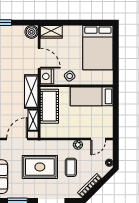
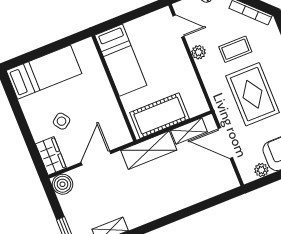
bed: (98, 48) -> (44, 72), width x0.67
nightstand: (47, 76) -> (118, 136), removed
side table: (70, 76) -> (62, 121), moved

